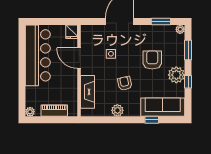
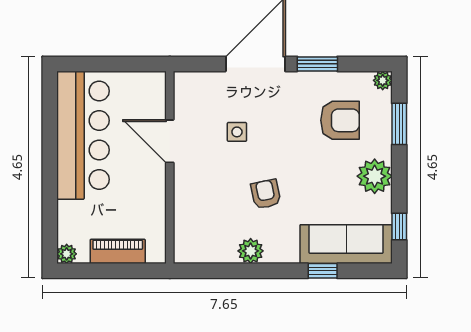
window: (161, 22) -> (317, 64), moved
fridge: (72, 32) -> (154, 85), removed
armchair: (152, 60) -> (340, 120), moved, turned 90
window: (188, 82) -> (399, 227), moved
fireplace: (88, 92) -> (188, 212), removed

